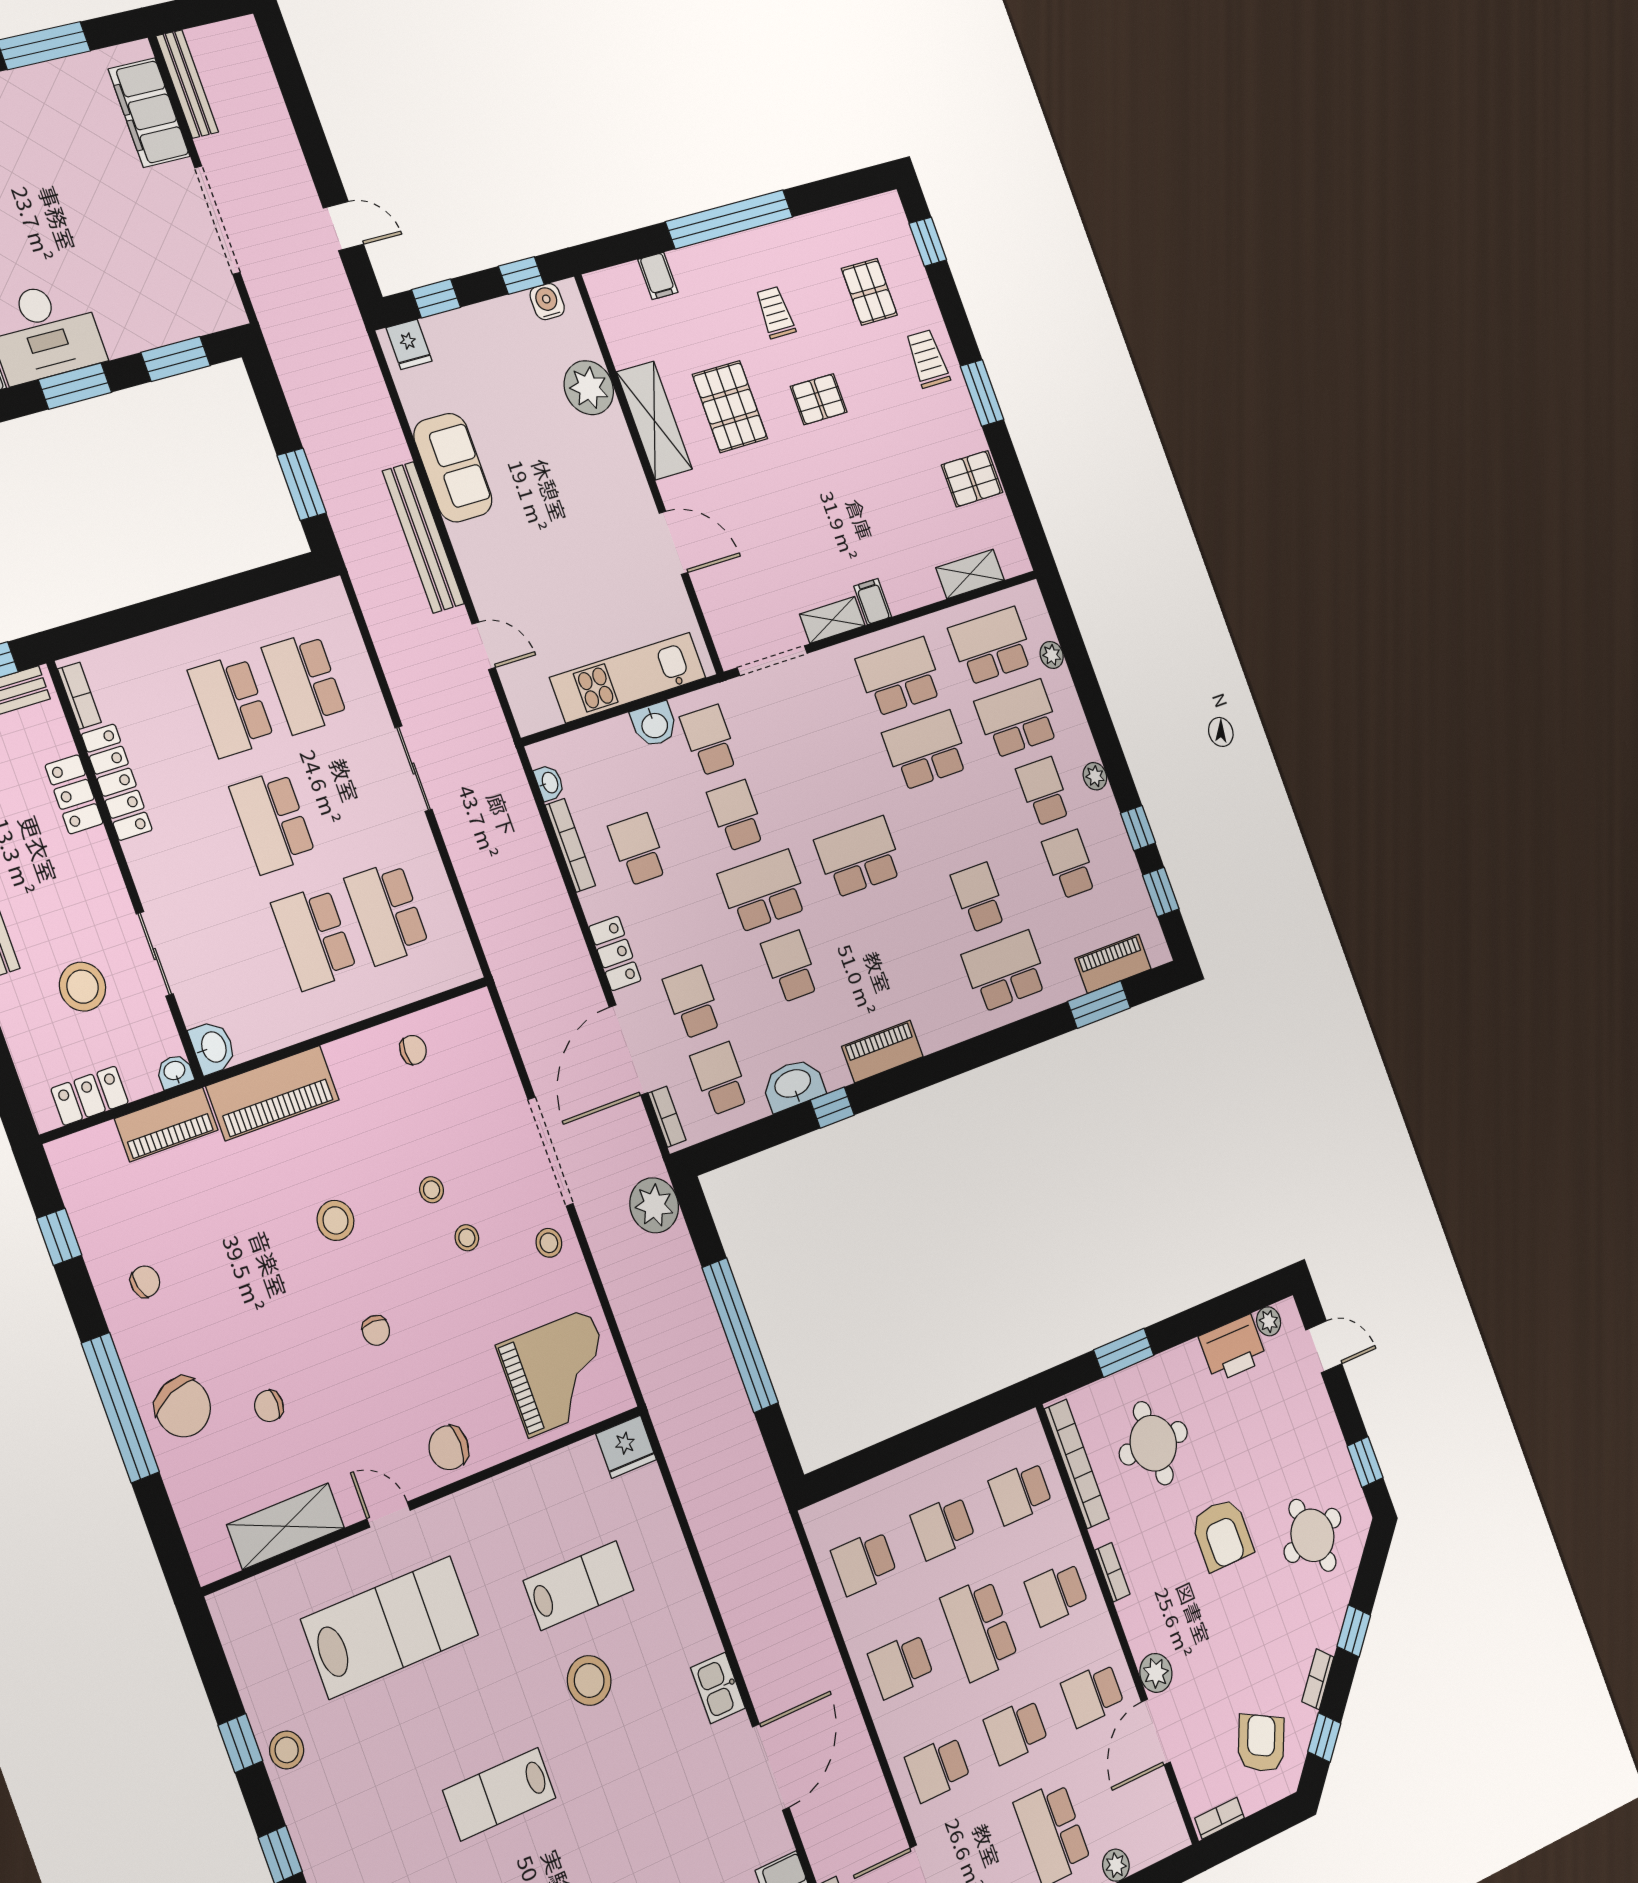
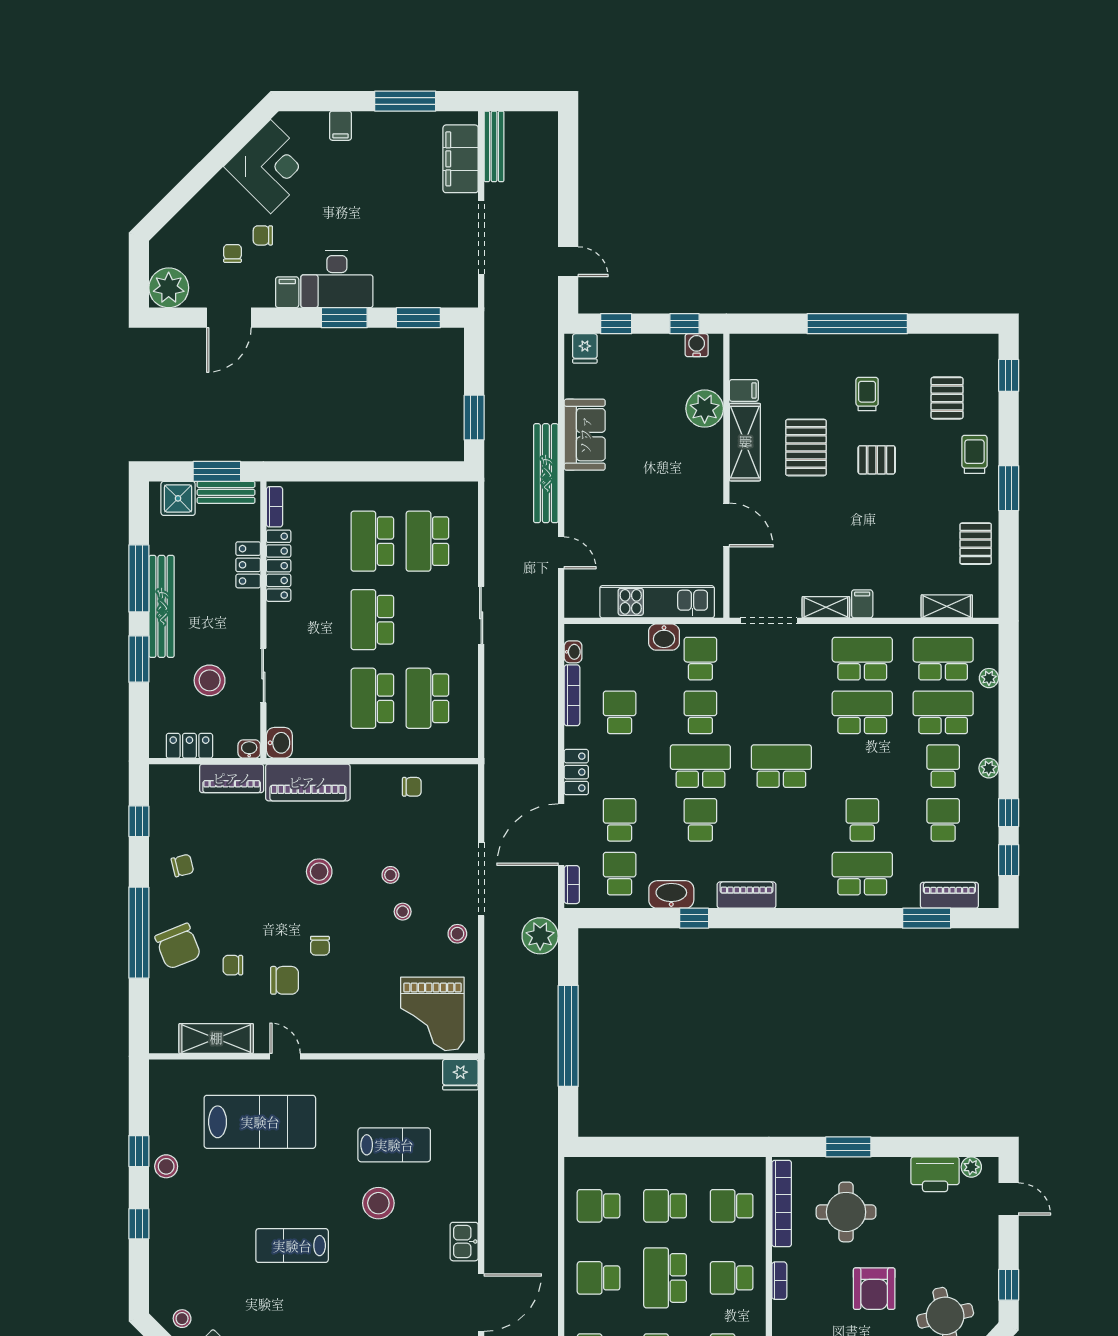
filing cabinet: (658, 276) -> (744, 390), moved, turned -90
pallet: (972, 479) -> (976, 544), turned 90
grand piano: (559, 1373) -> (432, 1014), turned 90
chair: (449, 1448) -> (285, 980), moved, turned 180

